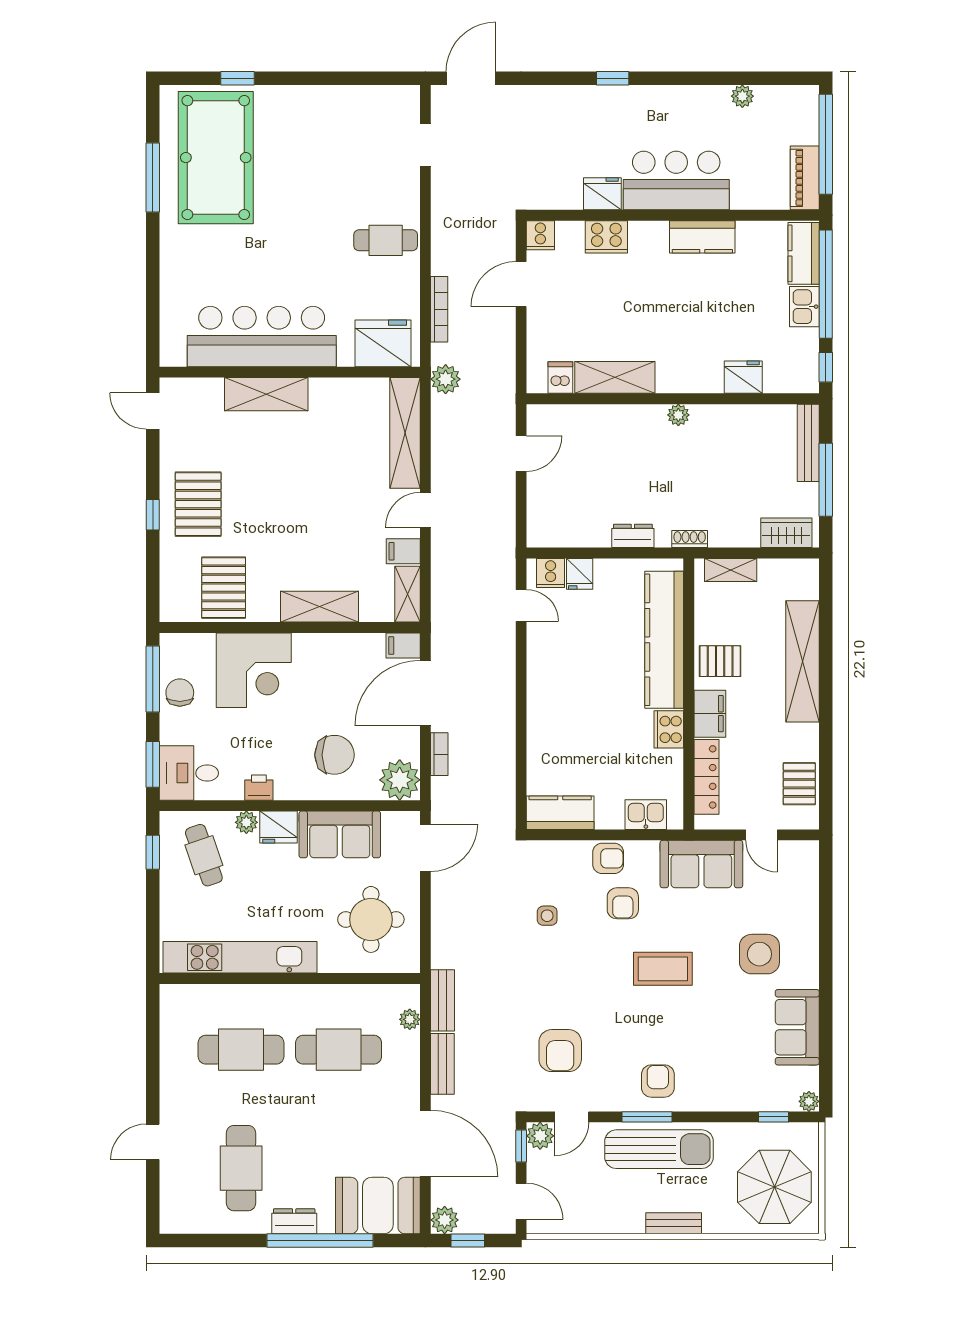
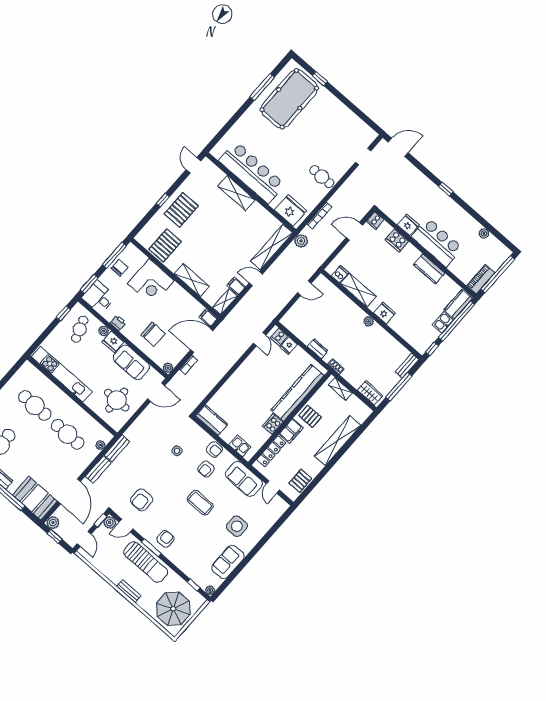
fridge: (743, 377) -> (384, 313), moved
bench: (808, 443) -> (407, 366), width x0.73
plant: (400, 780) -> (168, 368), width x0.53, depth x0.53

